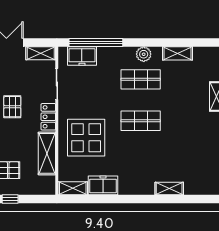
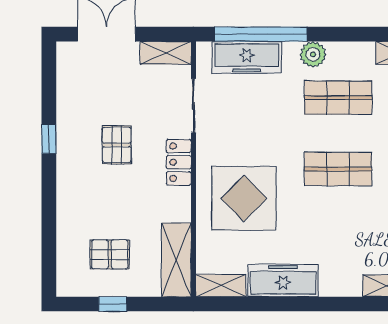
plant: (144, 54) -> (313, 54), moved
freezer: (82, 56) -> (247, 57), width x1.40
shelving: (47, 153) -> (176, 260), moved
freezer: (103, 185) -> (283, 280), width x1.40

